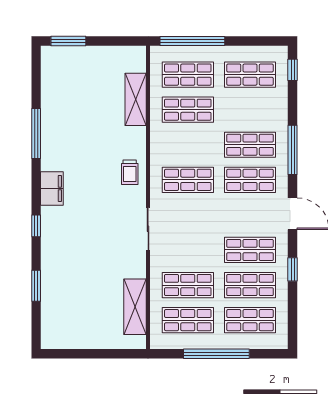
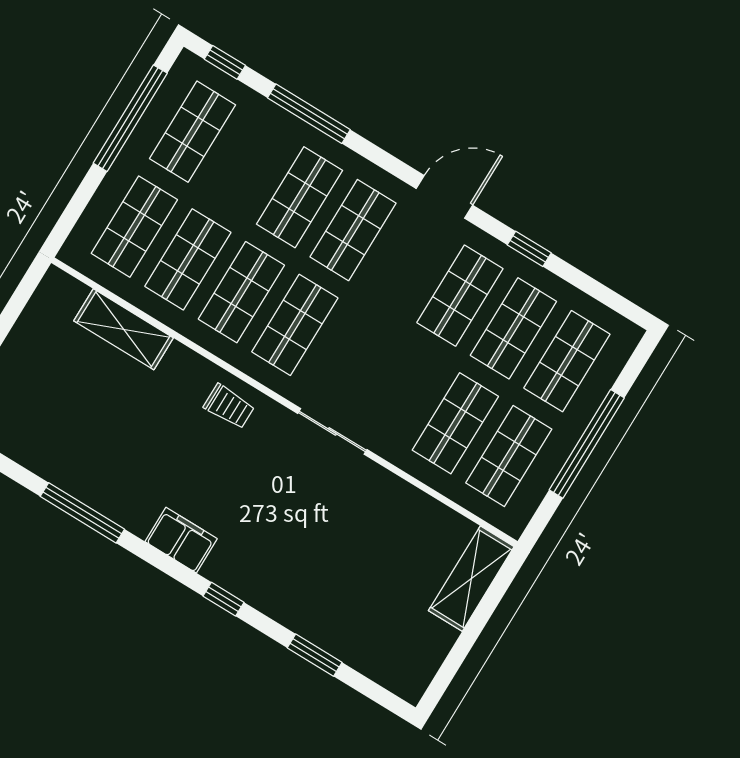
window: (192, 41) -> (130, 118), moved
shop shelf: (188, 145) -> (241, 292), added
window: (293, 150) -> (309, 114), moved
shelving: (135, 307) -> (471, 579), moved, turned 90

